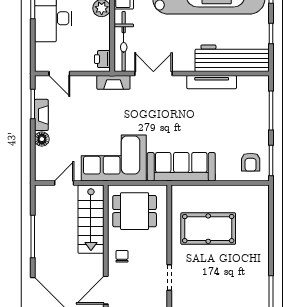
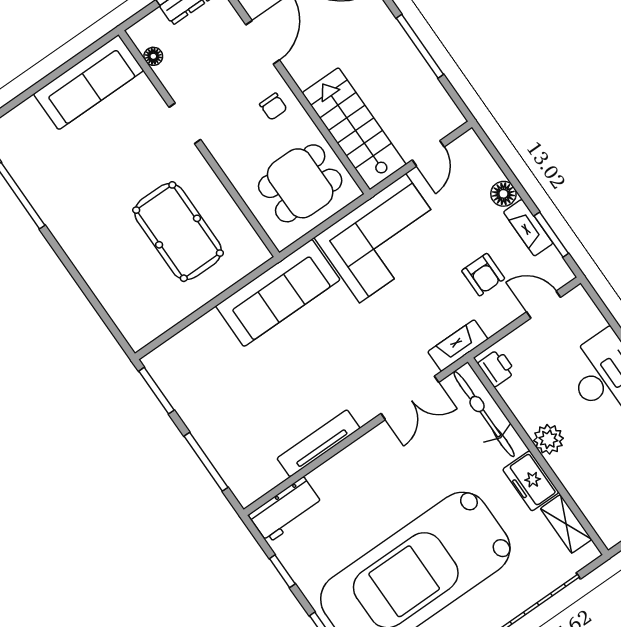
workbench: (232, 58) -> (286, 510), width x0.53, depth x0.76
armchair: (251, 162) -> (483, 275), moved, turned 180
pool table: (208, 229) -> (178, 232), turned 90

